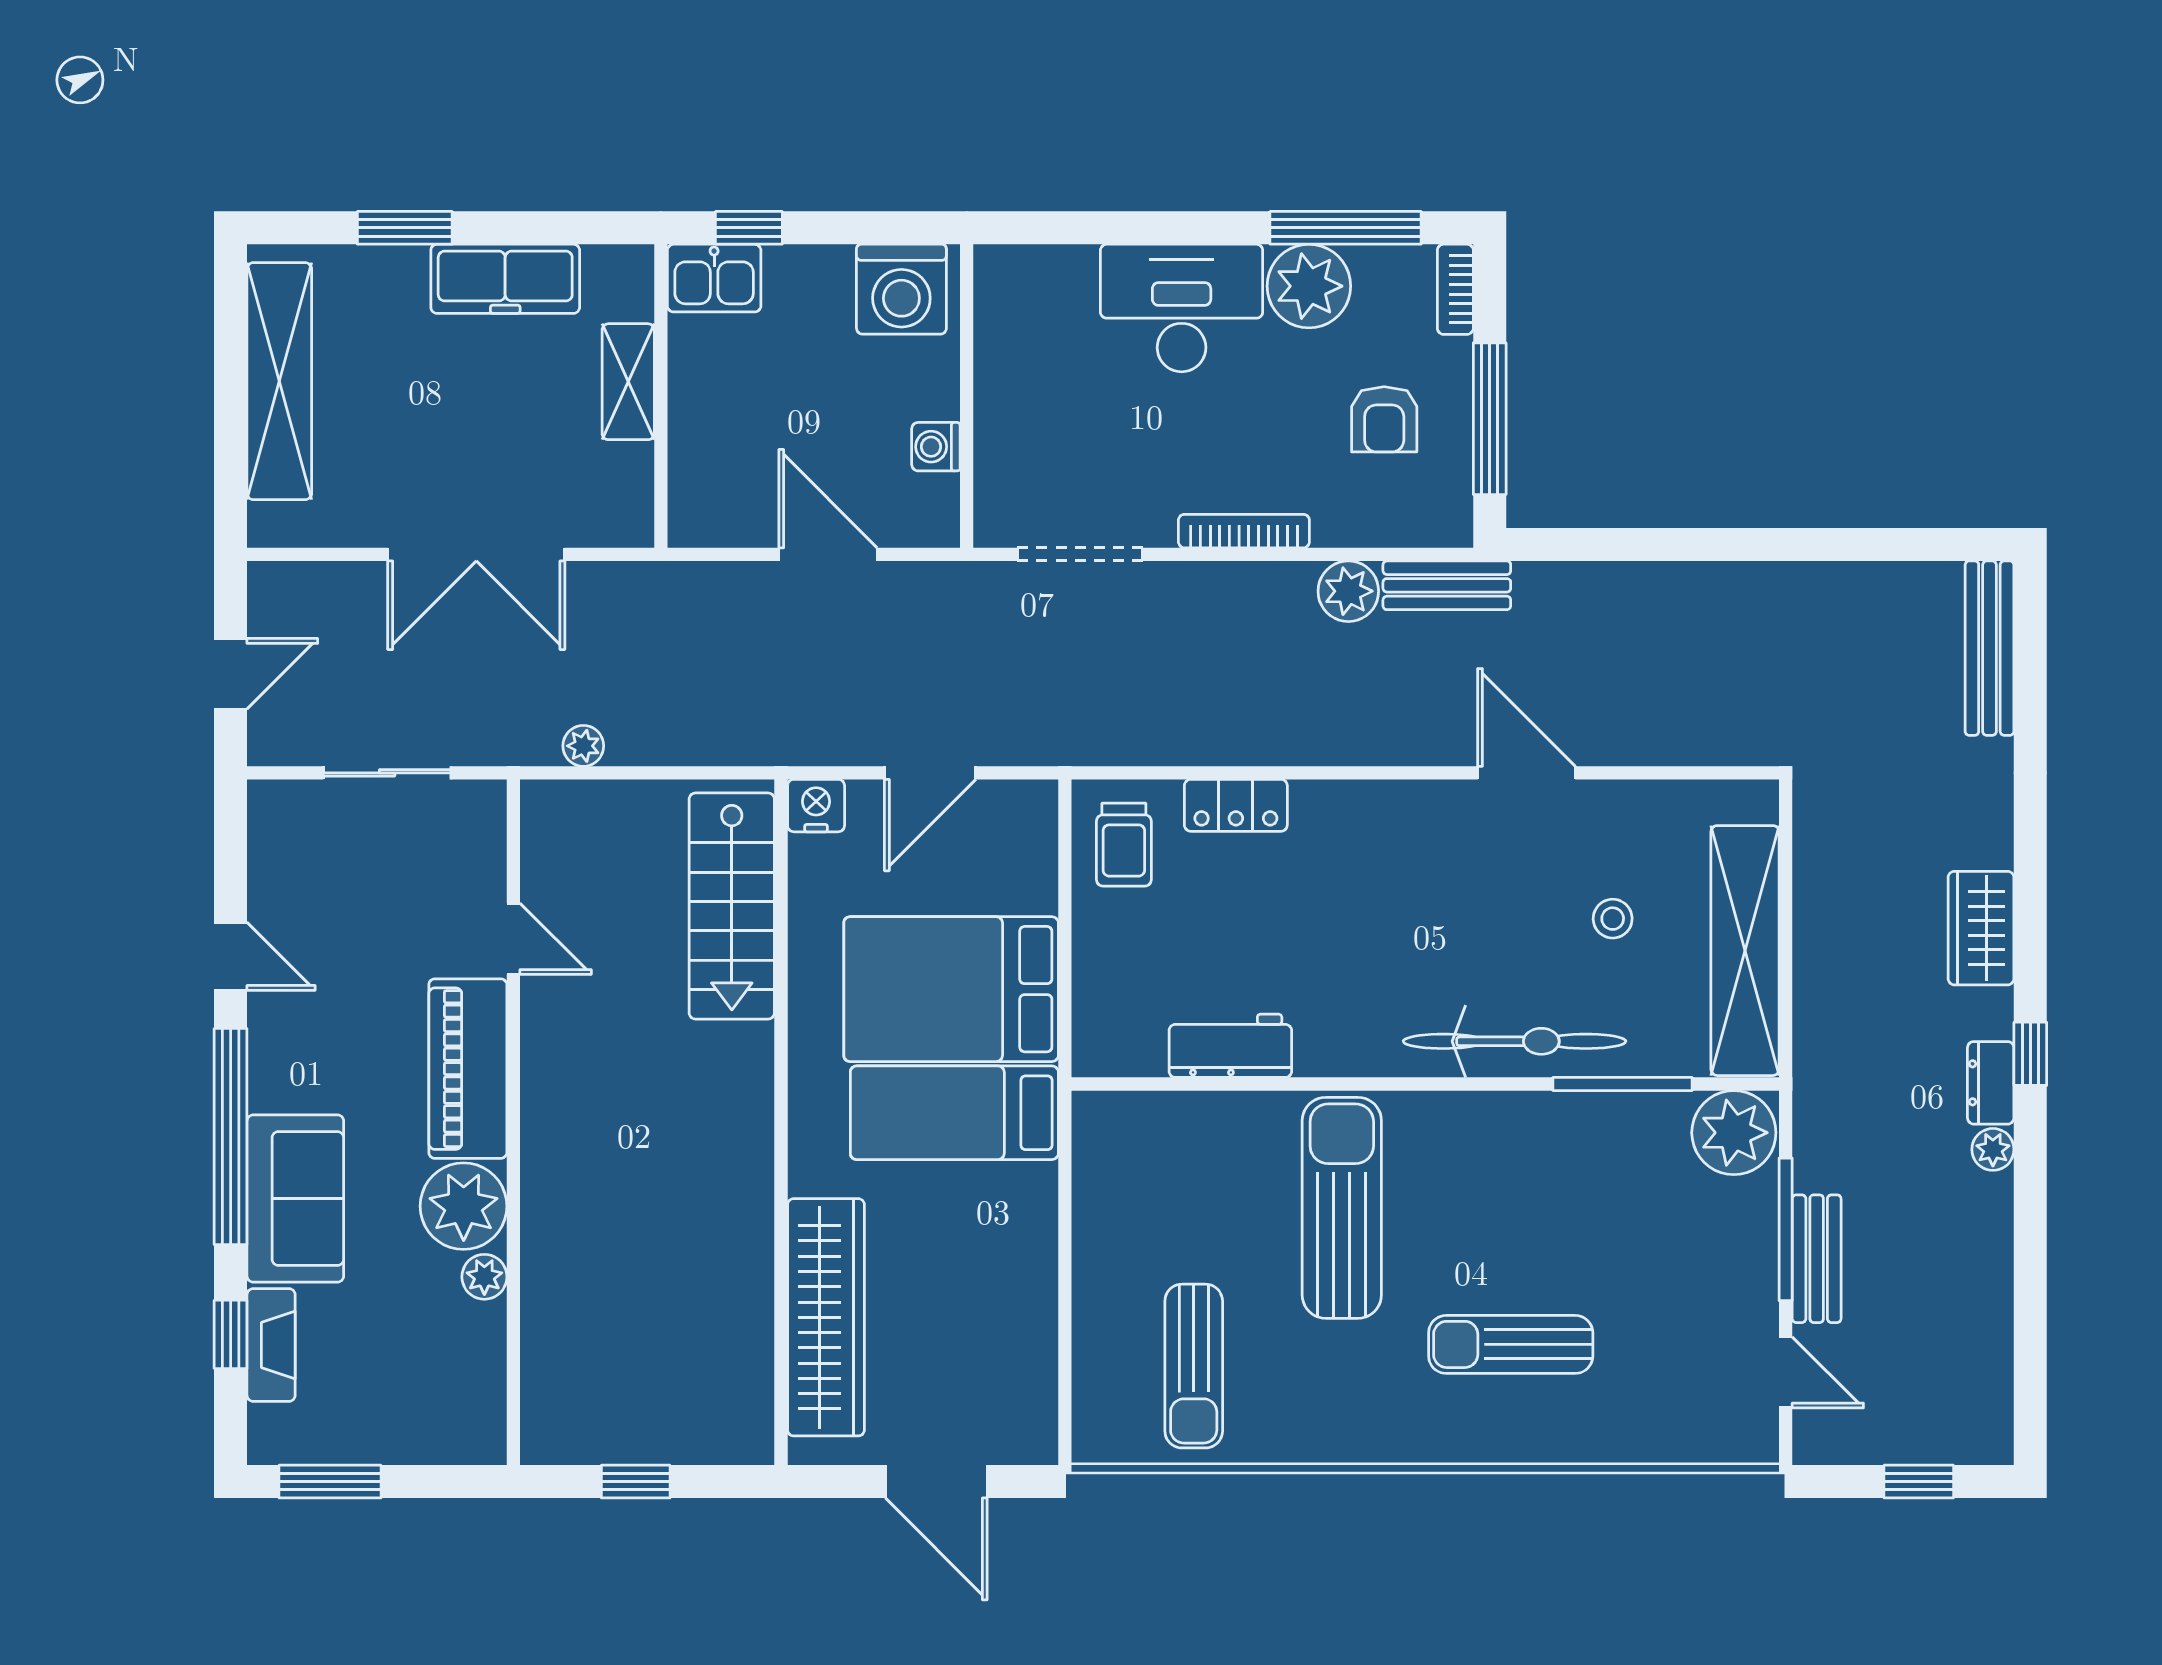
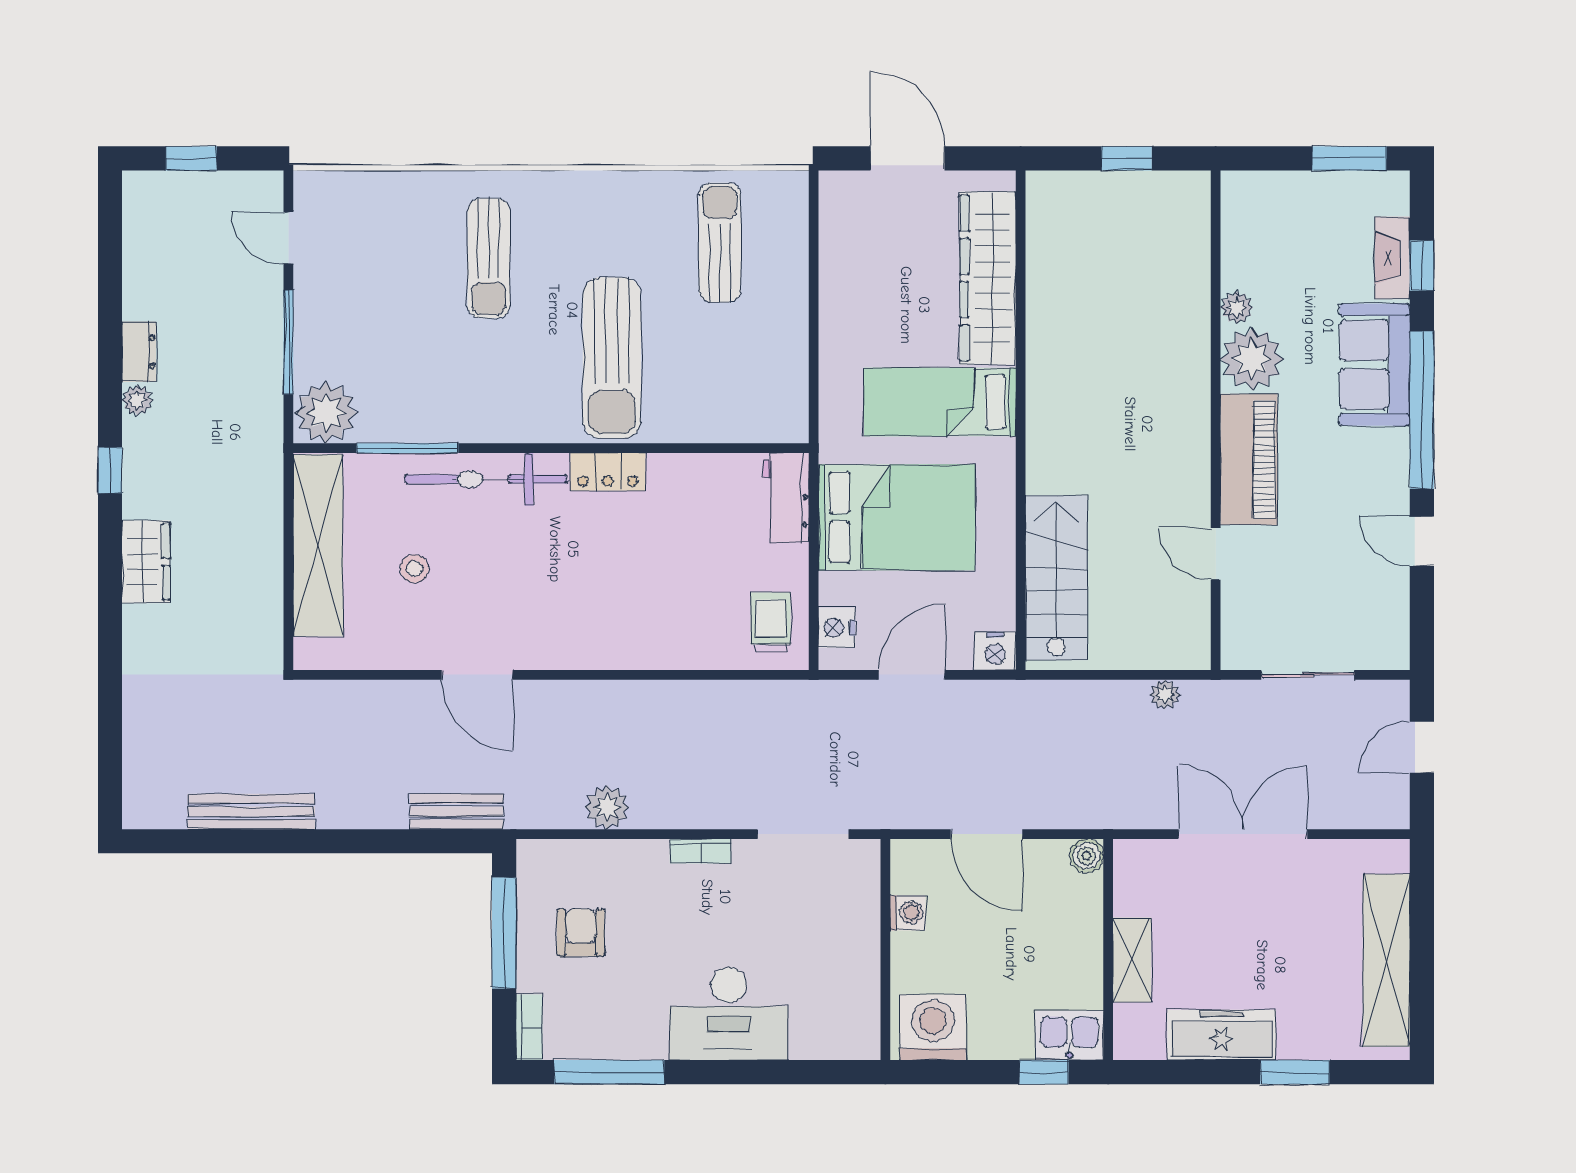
plant: (1309, 286) -> (636, 1030), removed
boiler: (690, 525) -> (1087, 856), added
bookcase: (1244, 531) -> (700, 851), width x0.64
bench: (1447, 585) -> (457, 812), moved
bench: (1989, 648) -> (251, 812), moved, turned 90
locker: (1236, 805) -> (608, 472), moved, turned 180
nightstand: (1033, 838) -> (837, 628), added
workbench: (1230, 1046) -> (786, 497), moved, turned 90
dresser: (1991, 1083) -> (139, 352), moved
bed: (954, 1113) -> (940, 402), moved, turned 180
bench: (1817, 1259) -> (266, 321), removed
sun lounger: (1511, 1344) -> (489, 258), turned 90

